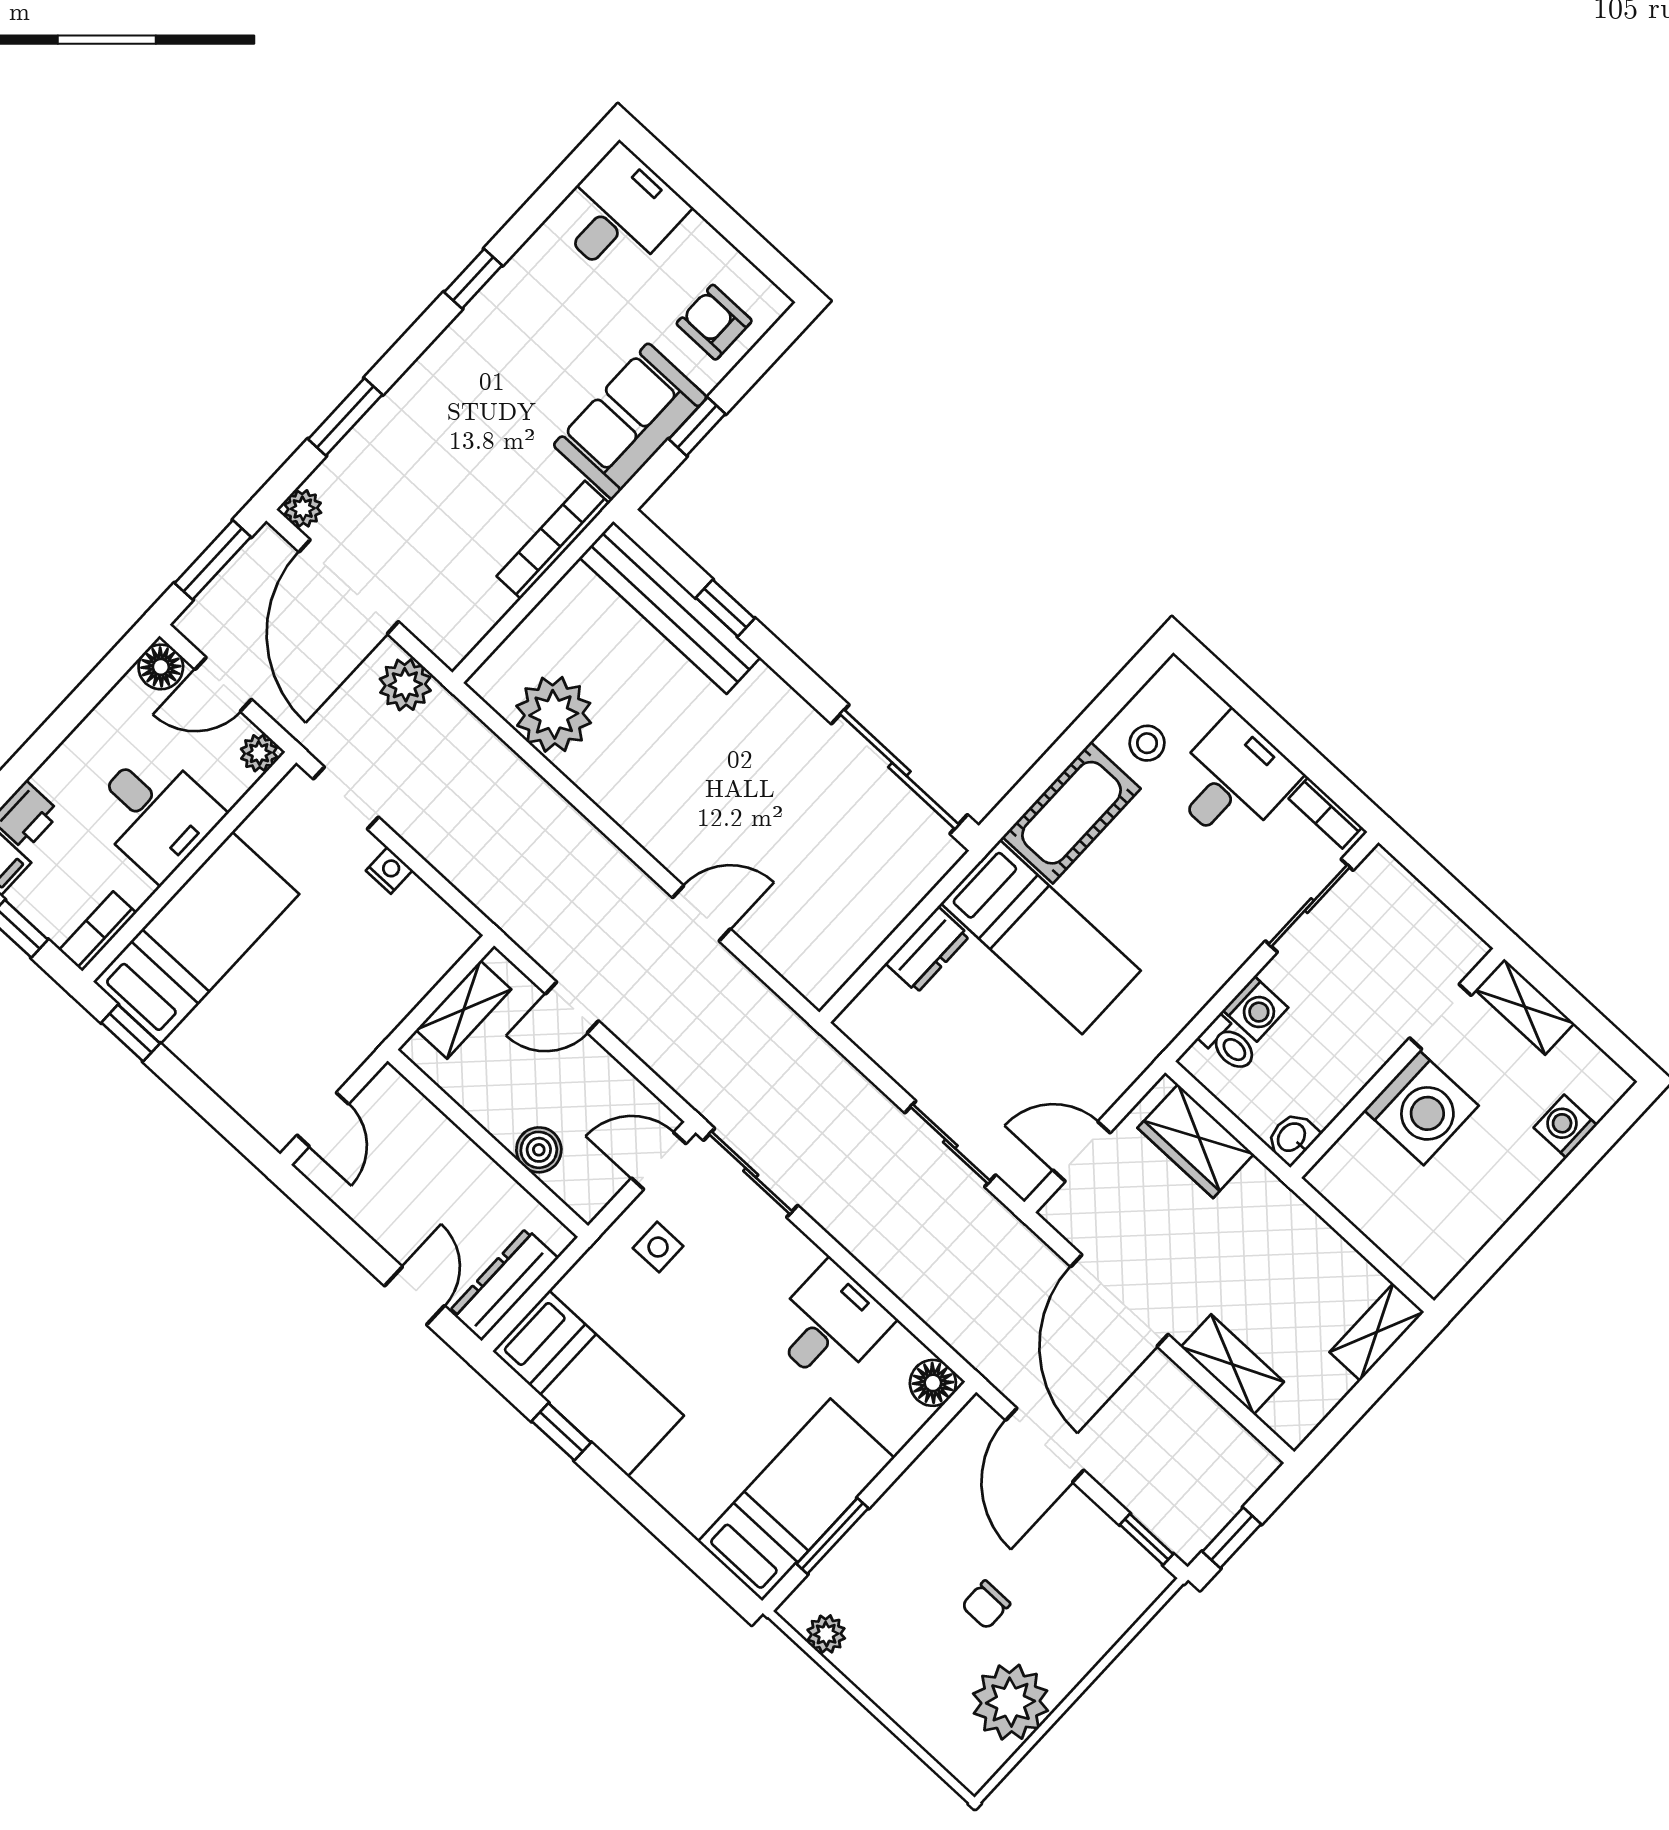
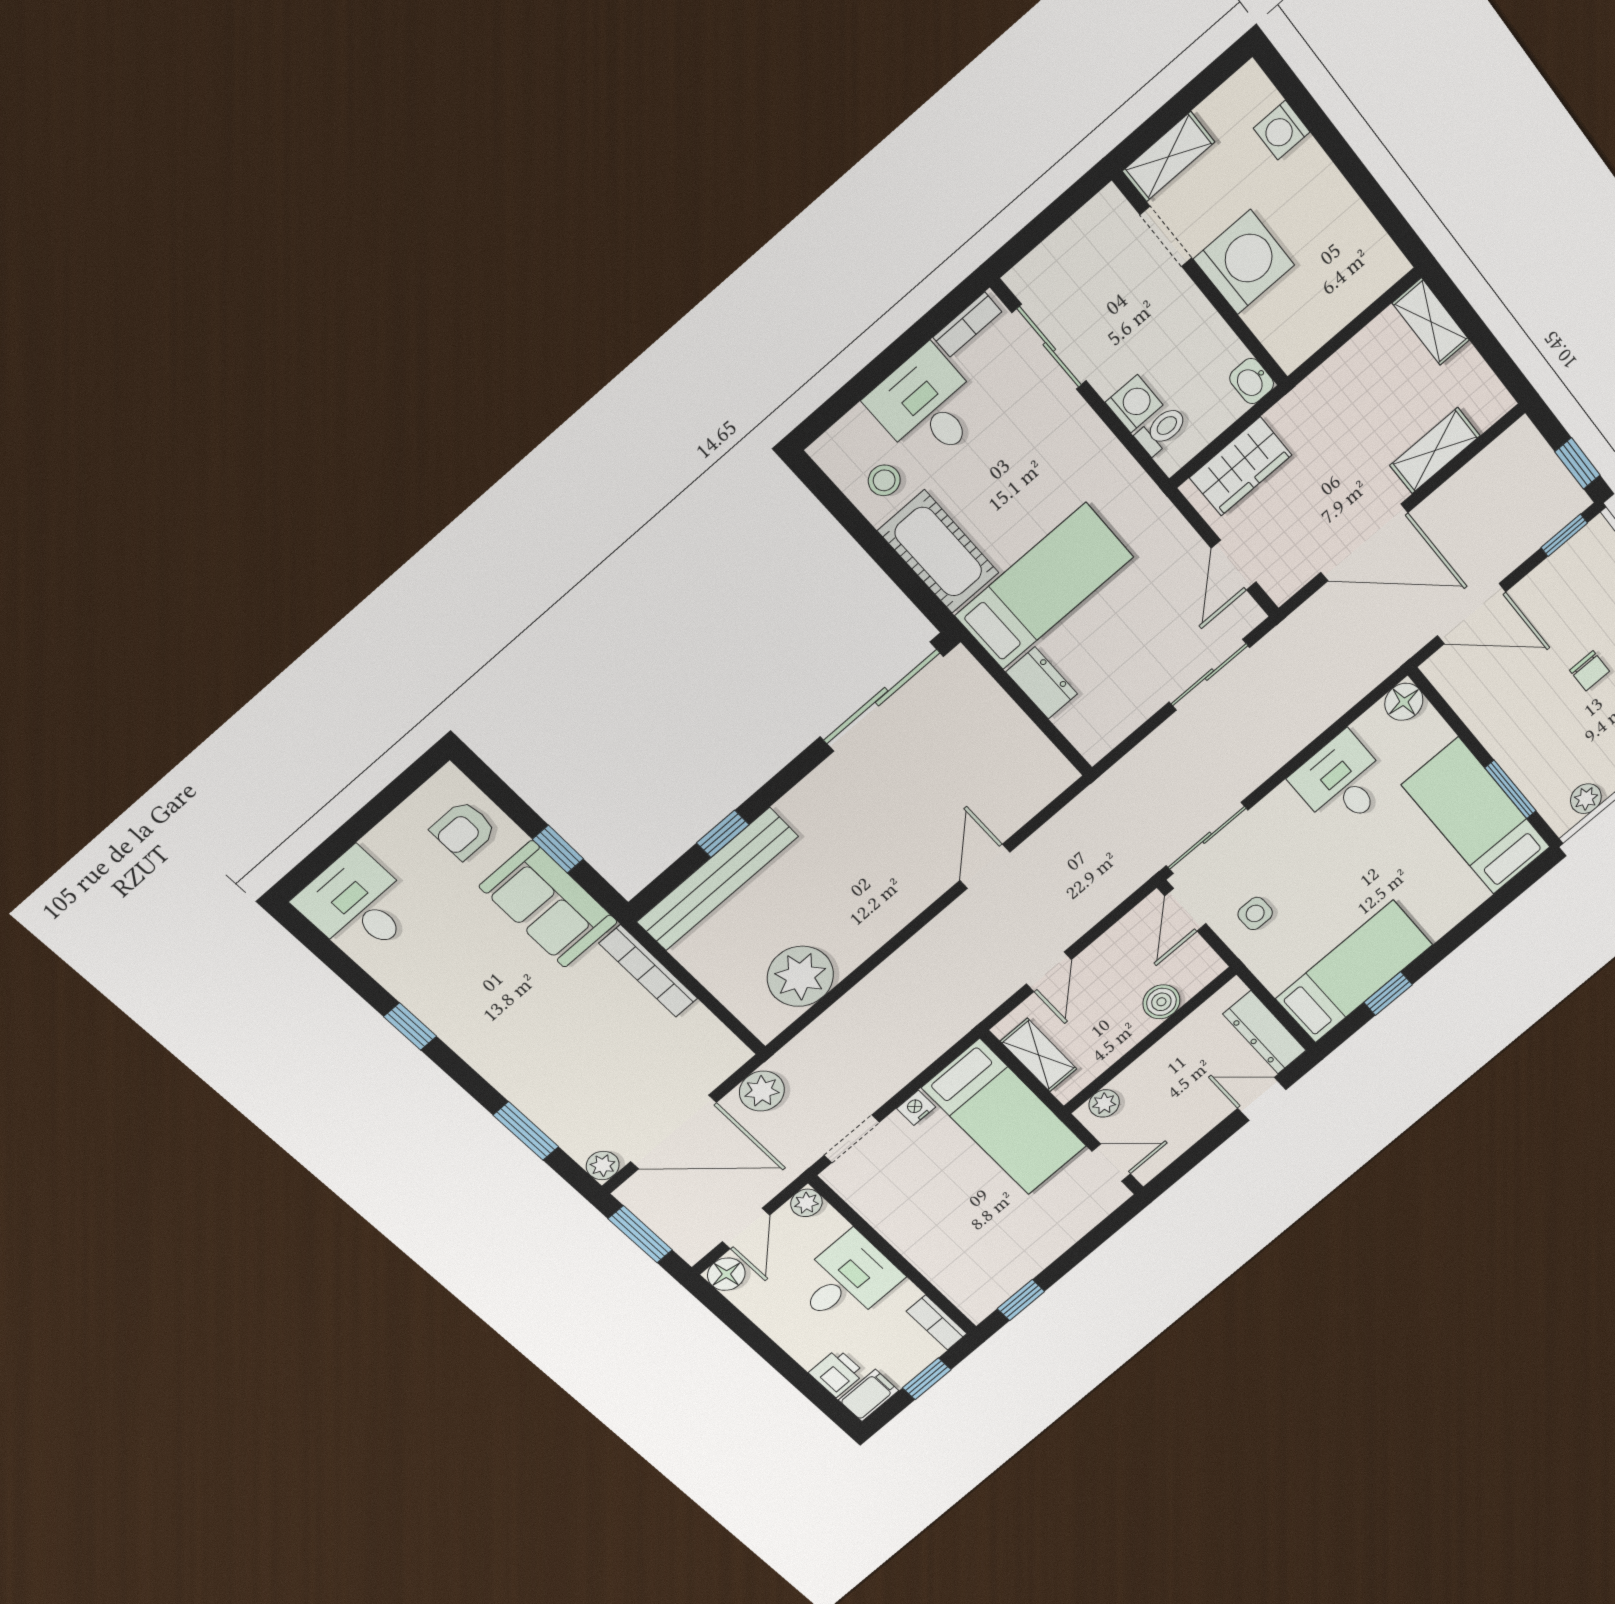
bed: (196, 938) -> (1004, 1117), moved, turned 180
plant: (402, 1099) -> (1104, 1103), added

